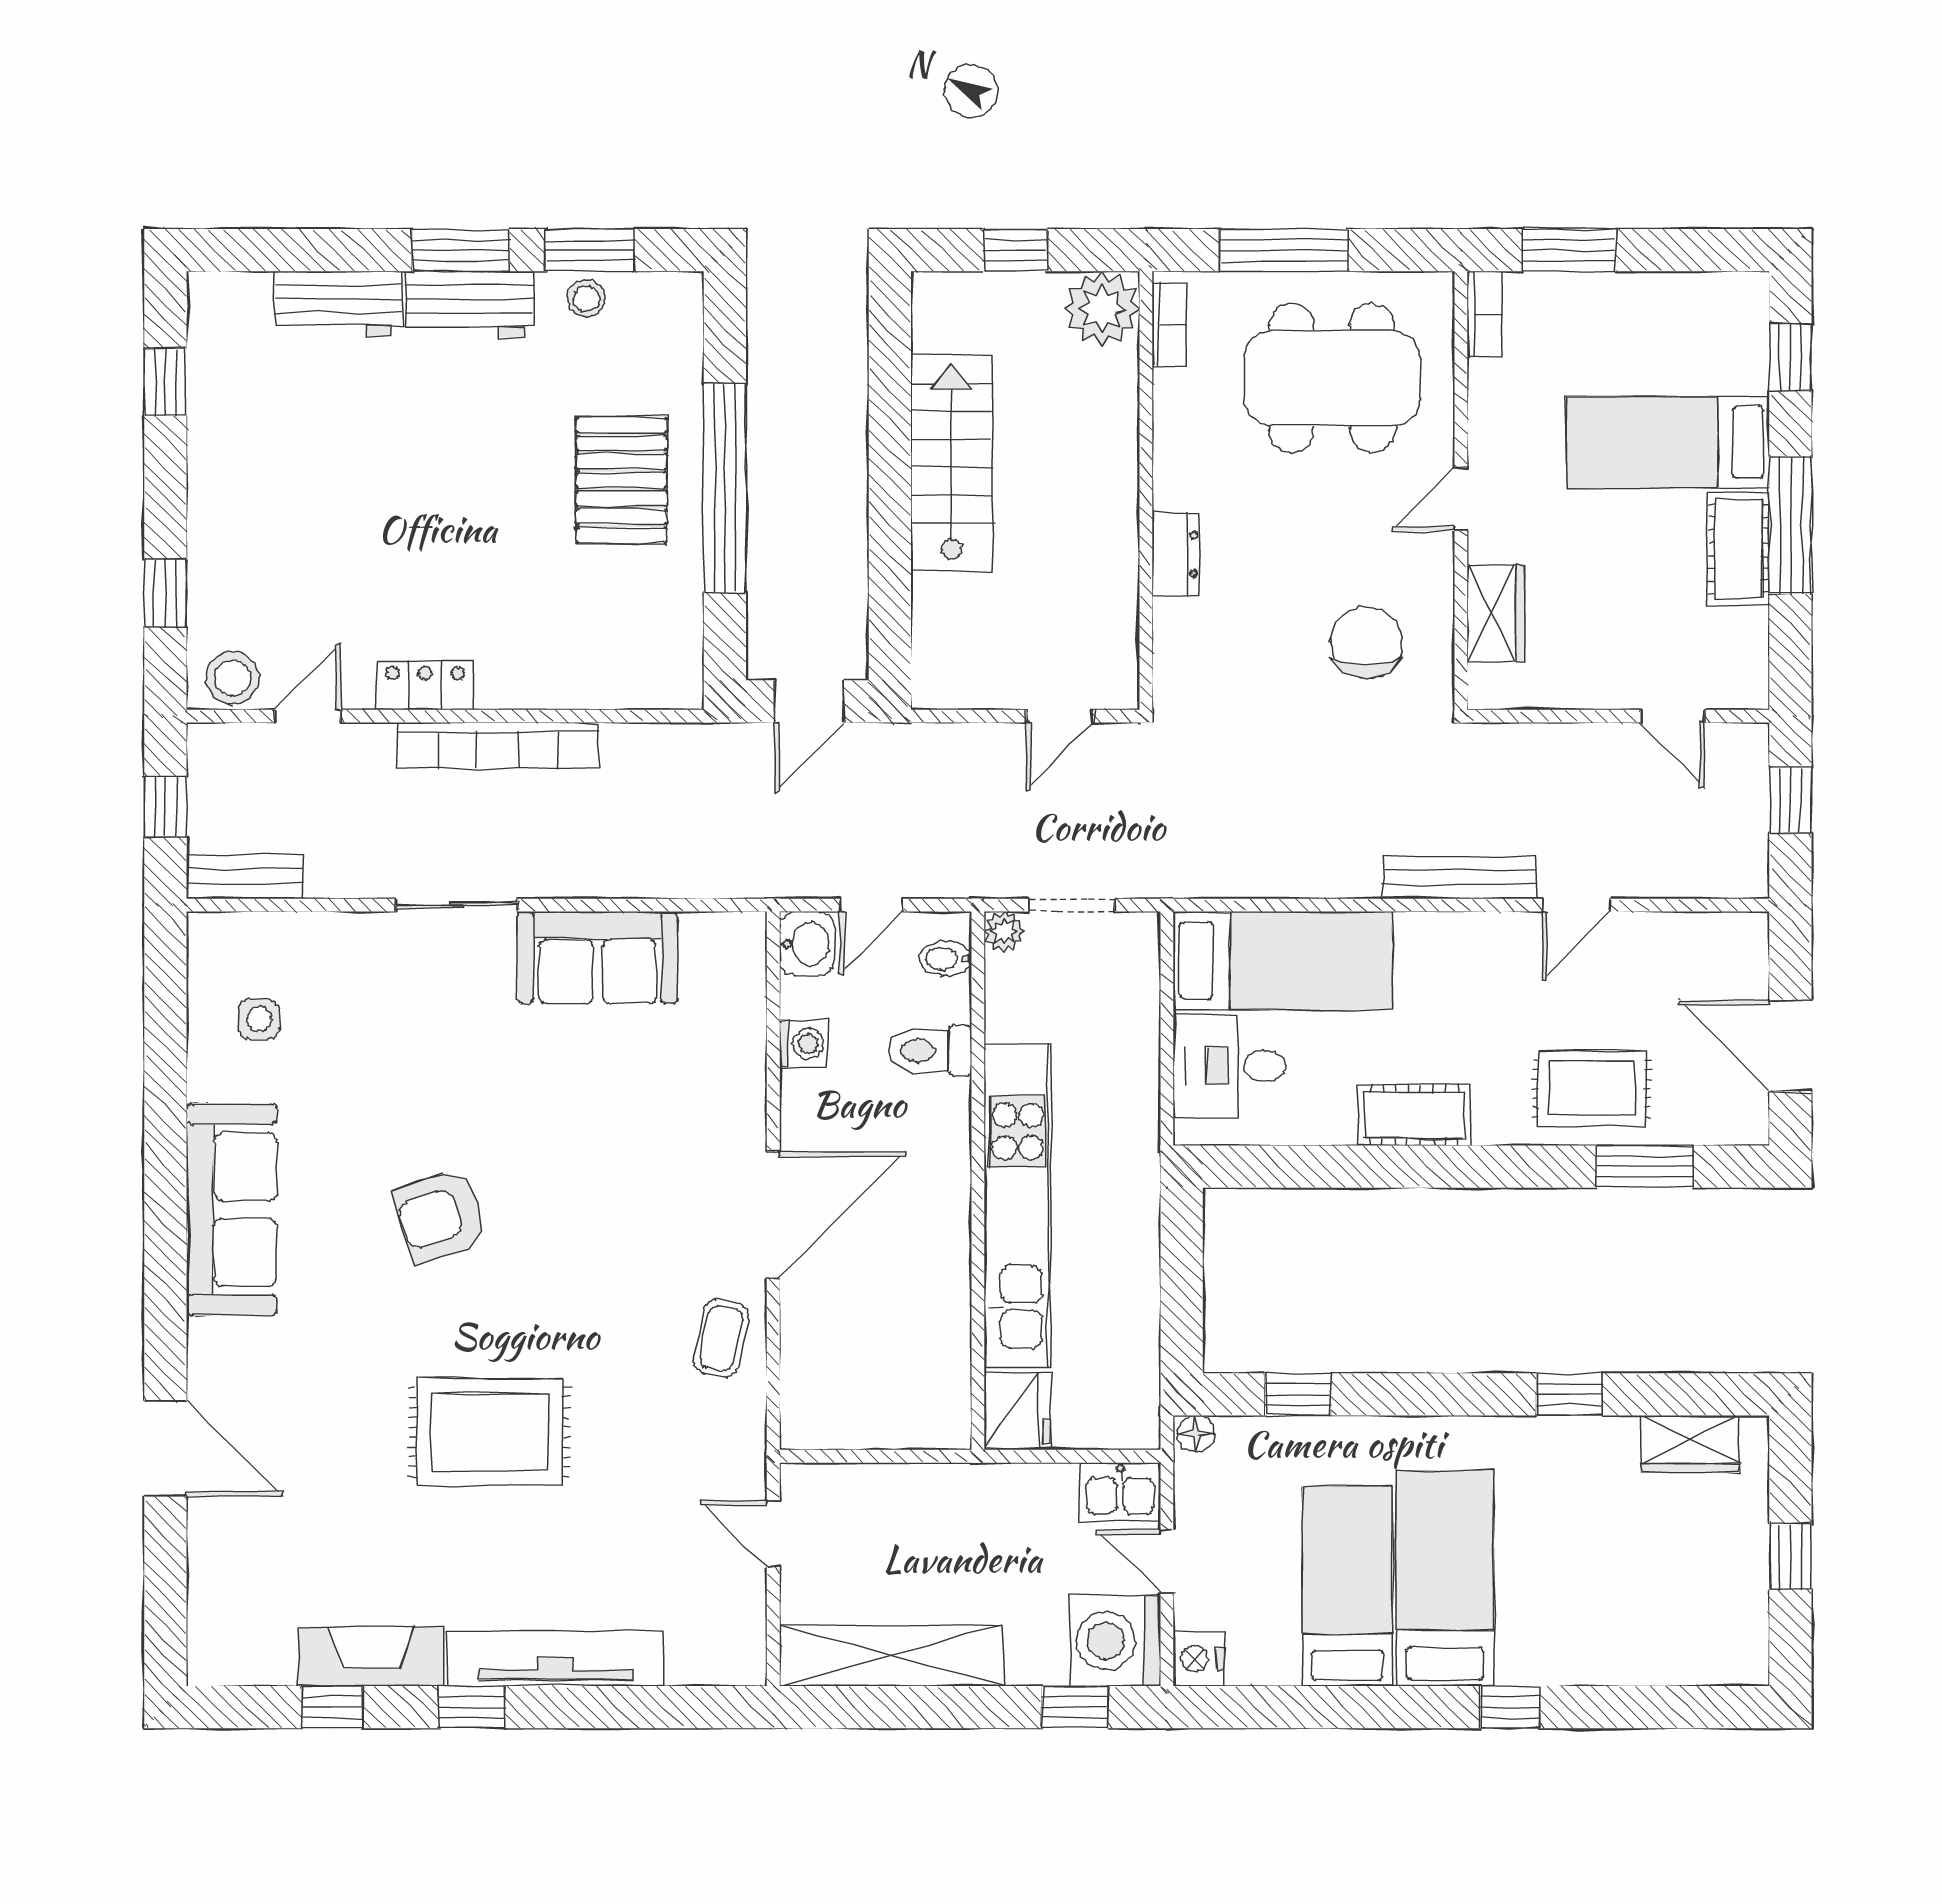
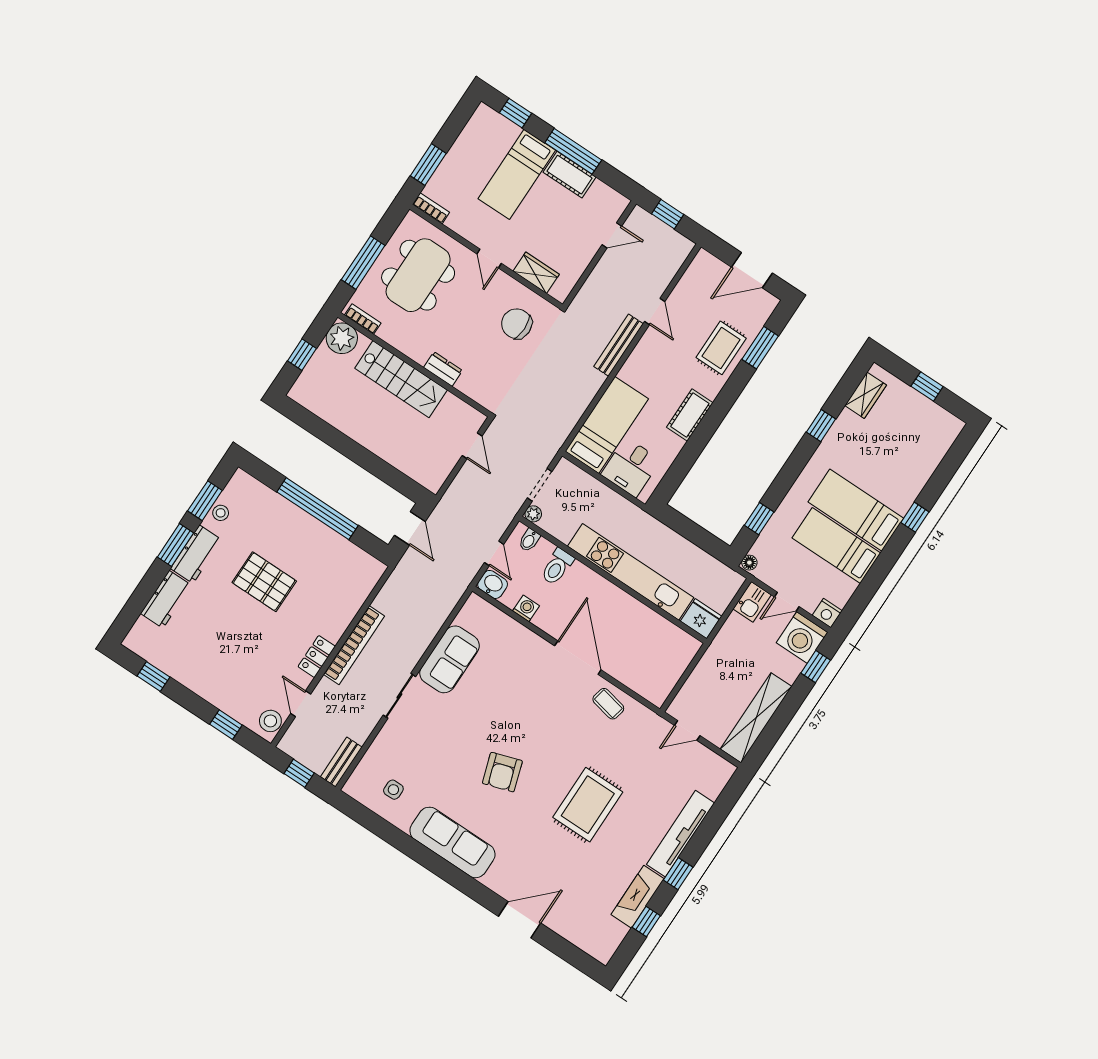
stairs: (952, 463) -> (401, 379), moved, turned 180
pallet: (622, 480) -> (264, 582), moved

